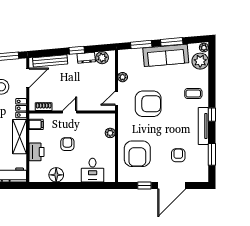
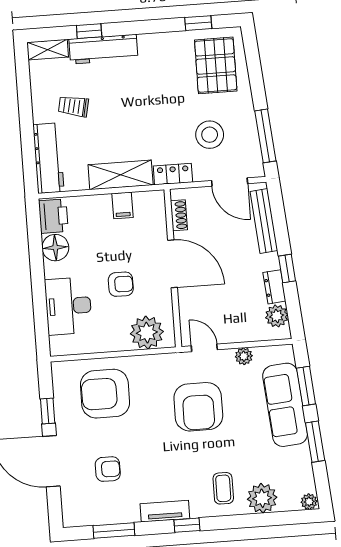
sofa: (166, 55) -> (285, 405), moved
plant: (200, 61) -> (262, 498), moved
door: (70, 112) -> (173, 264), width x1.88
filing cabinet: (36, 124) -> (123, 205), moved
tv unit: (203, 126) -> (165, 511), width x0.71
plant: (110, 133) -> (147, 333), width x1.87, depth x1.87
armchair: (67, 144) -> (121, 284), moved
printer: (36, 152) -> (53, 216), moved, turned -90
desk: (93, 170) -> (68, 306), width x1.37

